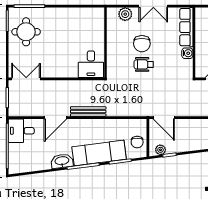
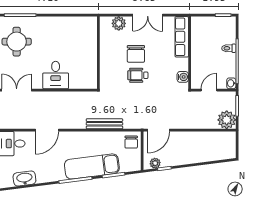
water cooler: (187, 53) -> (183, 77), moved
desk: (91, 64) -> (56, 75), moved
bench: (88, 112) -> (104, 124), moved
door: (164, 118) -> (158, 130), hinge flipped
chair: (137, 142) -> (131, 142), moved
washbasin: (62, 161) -> (24, 178), moved

